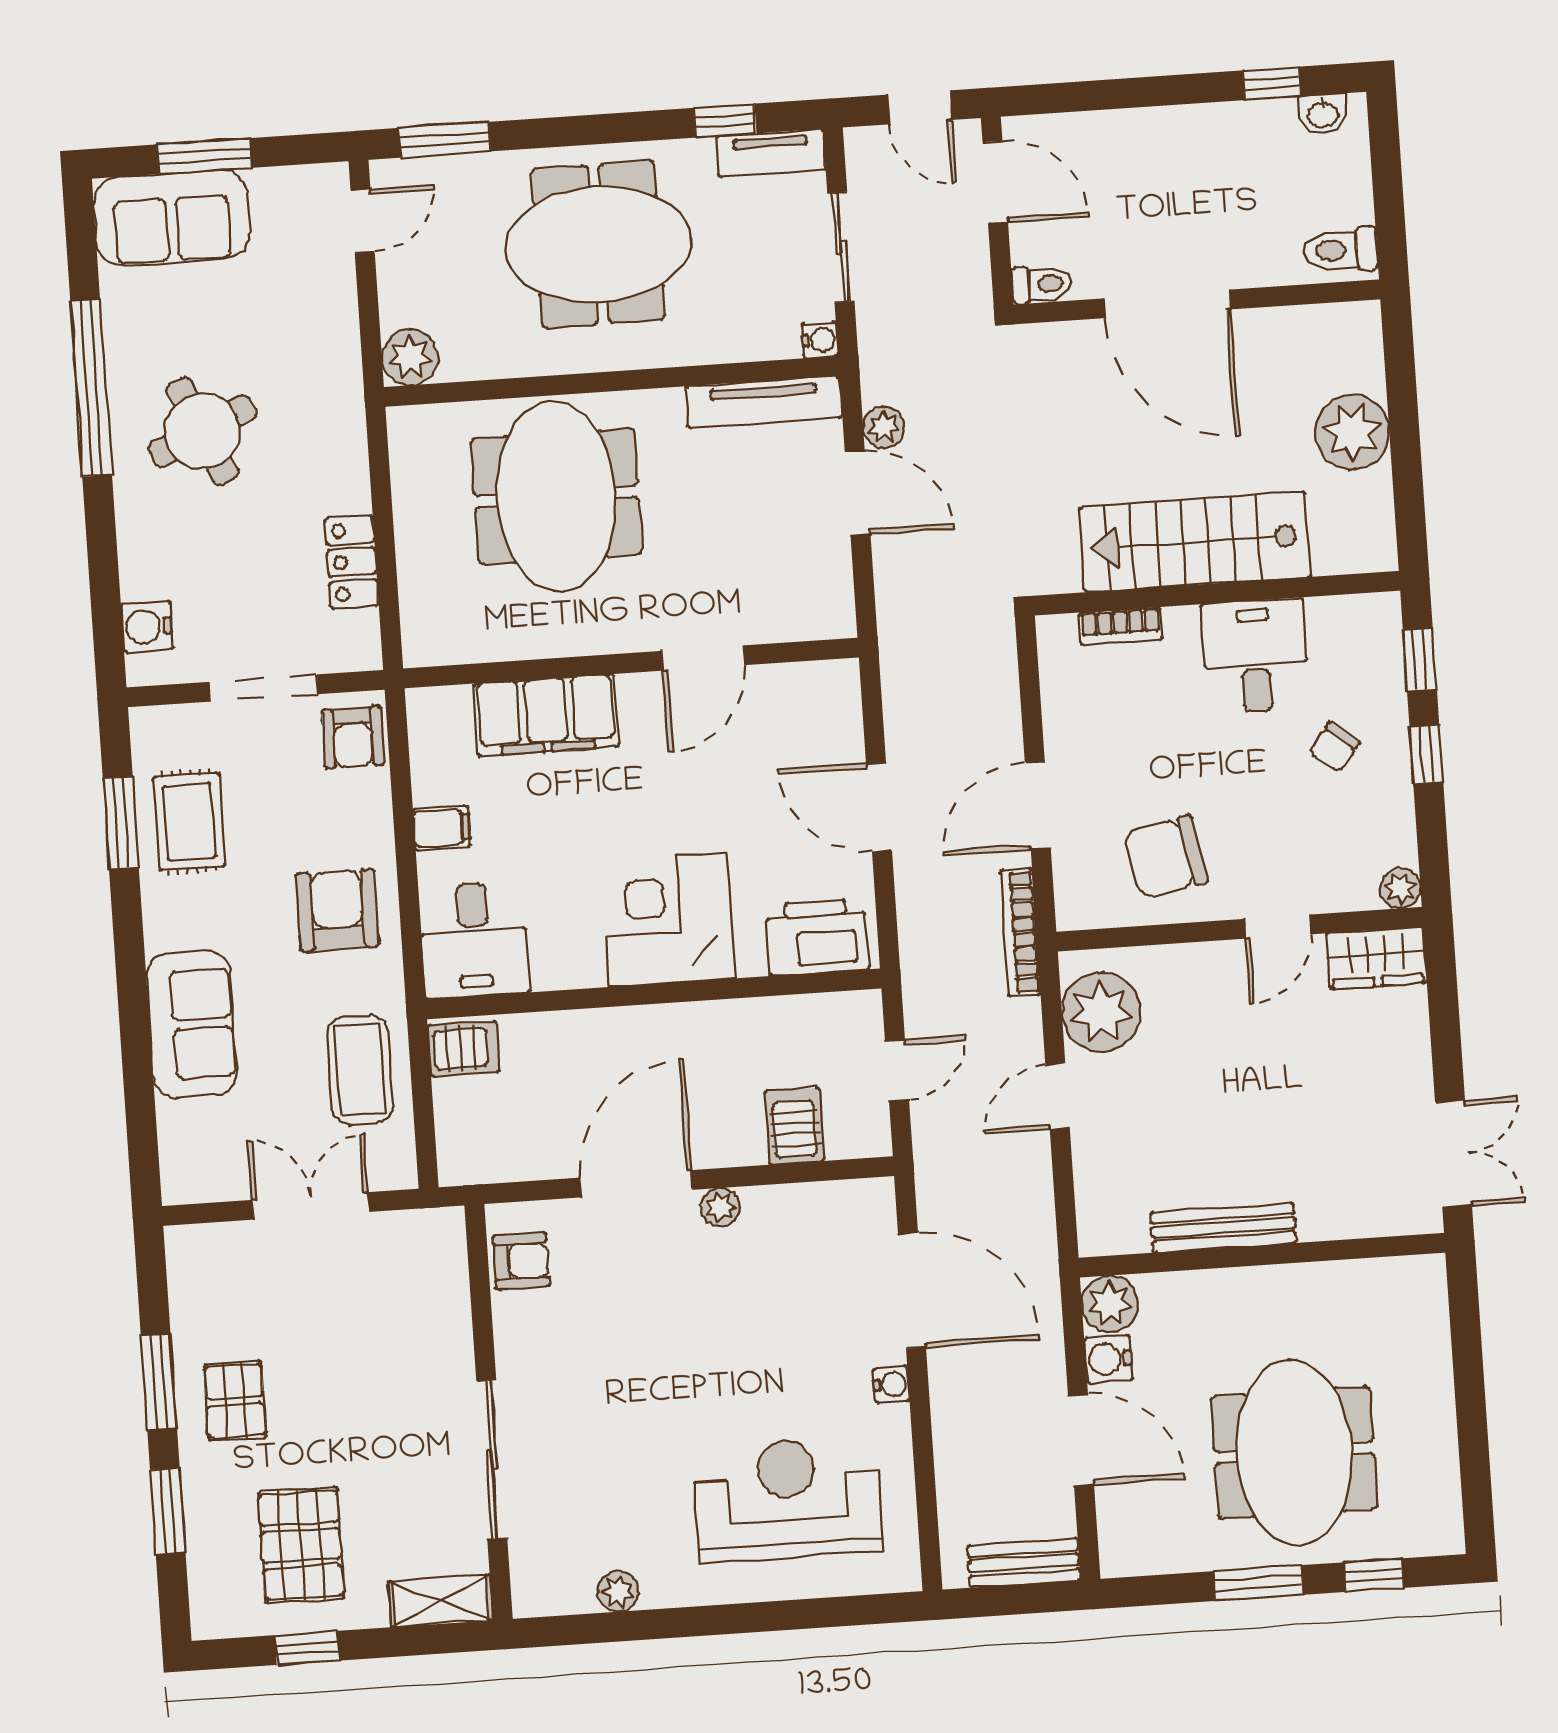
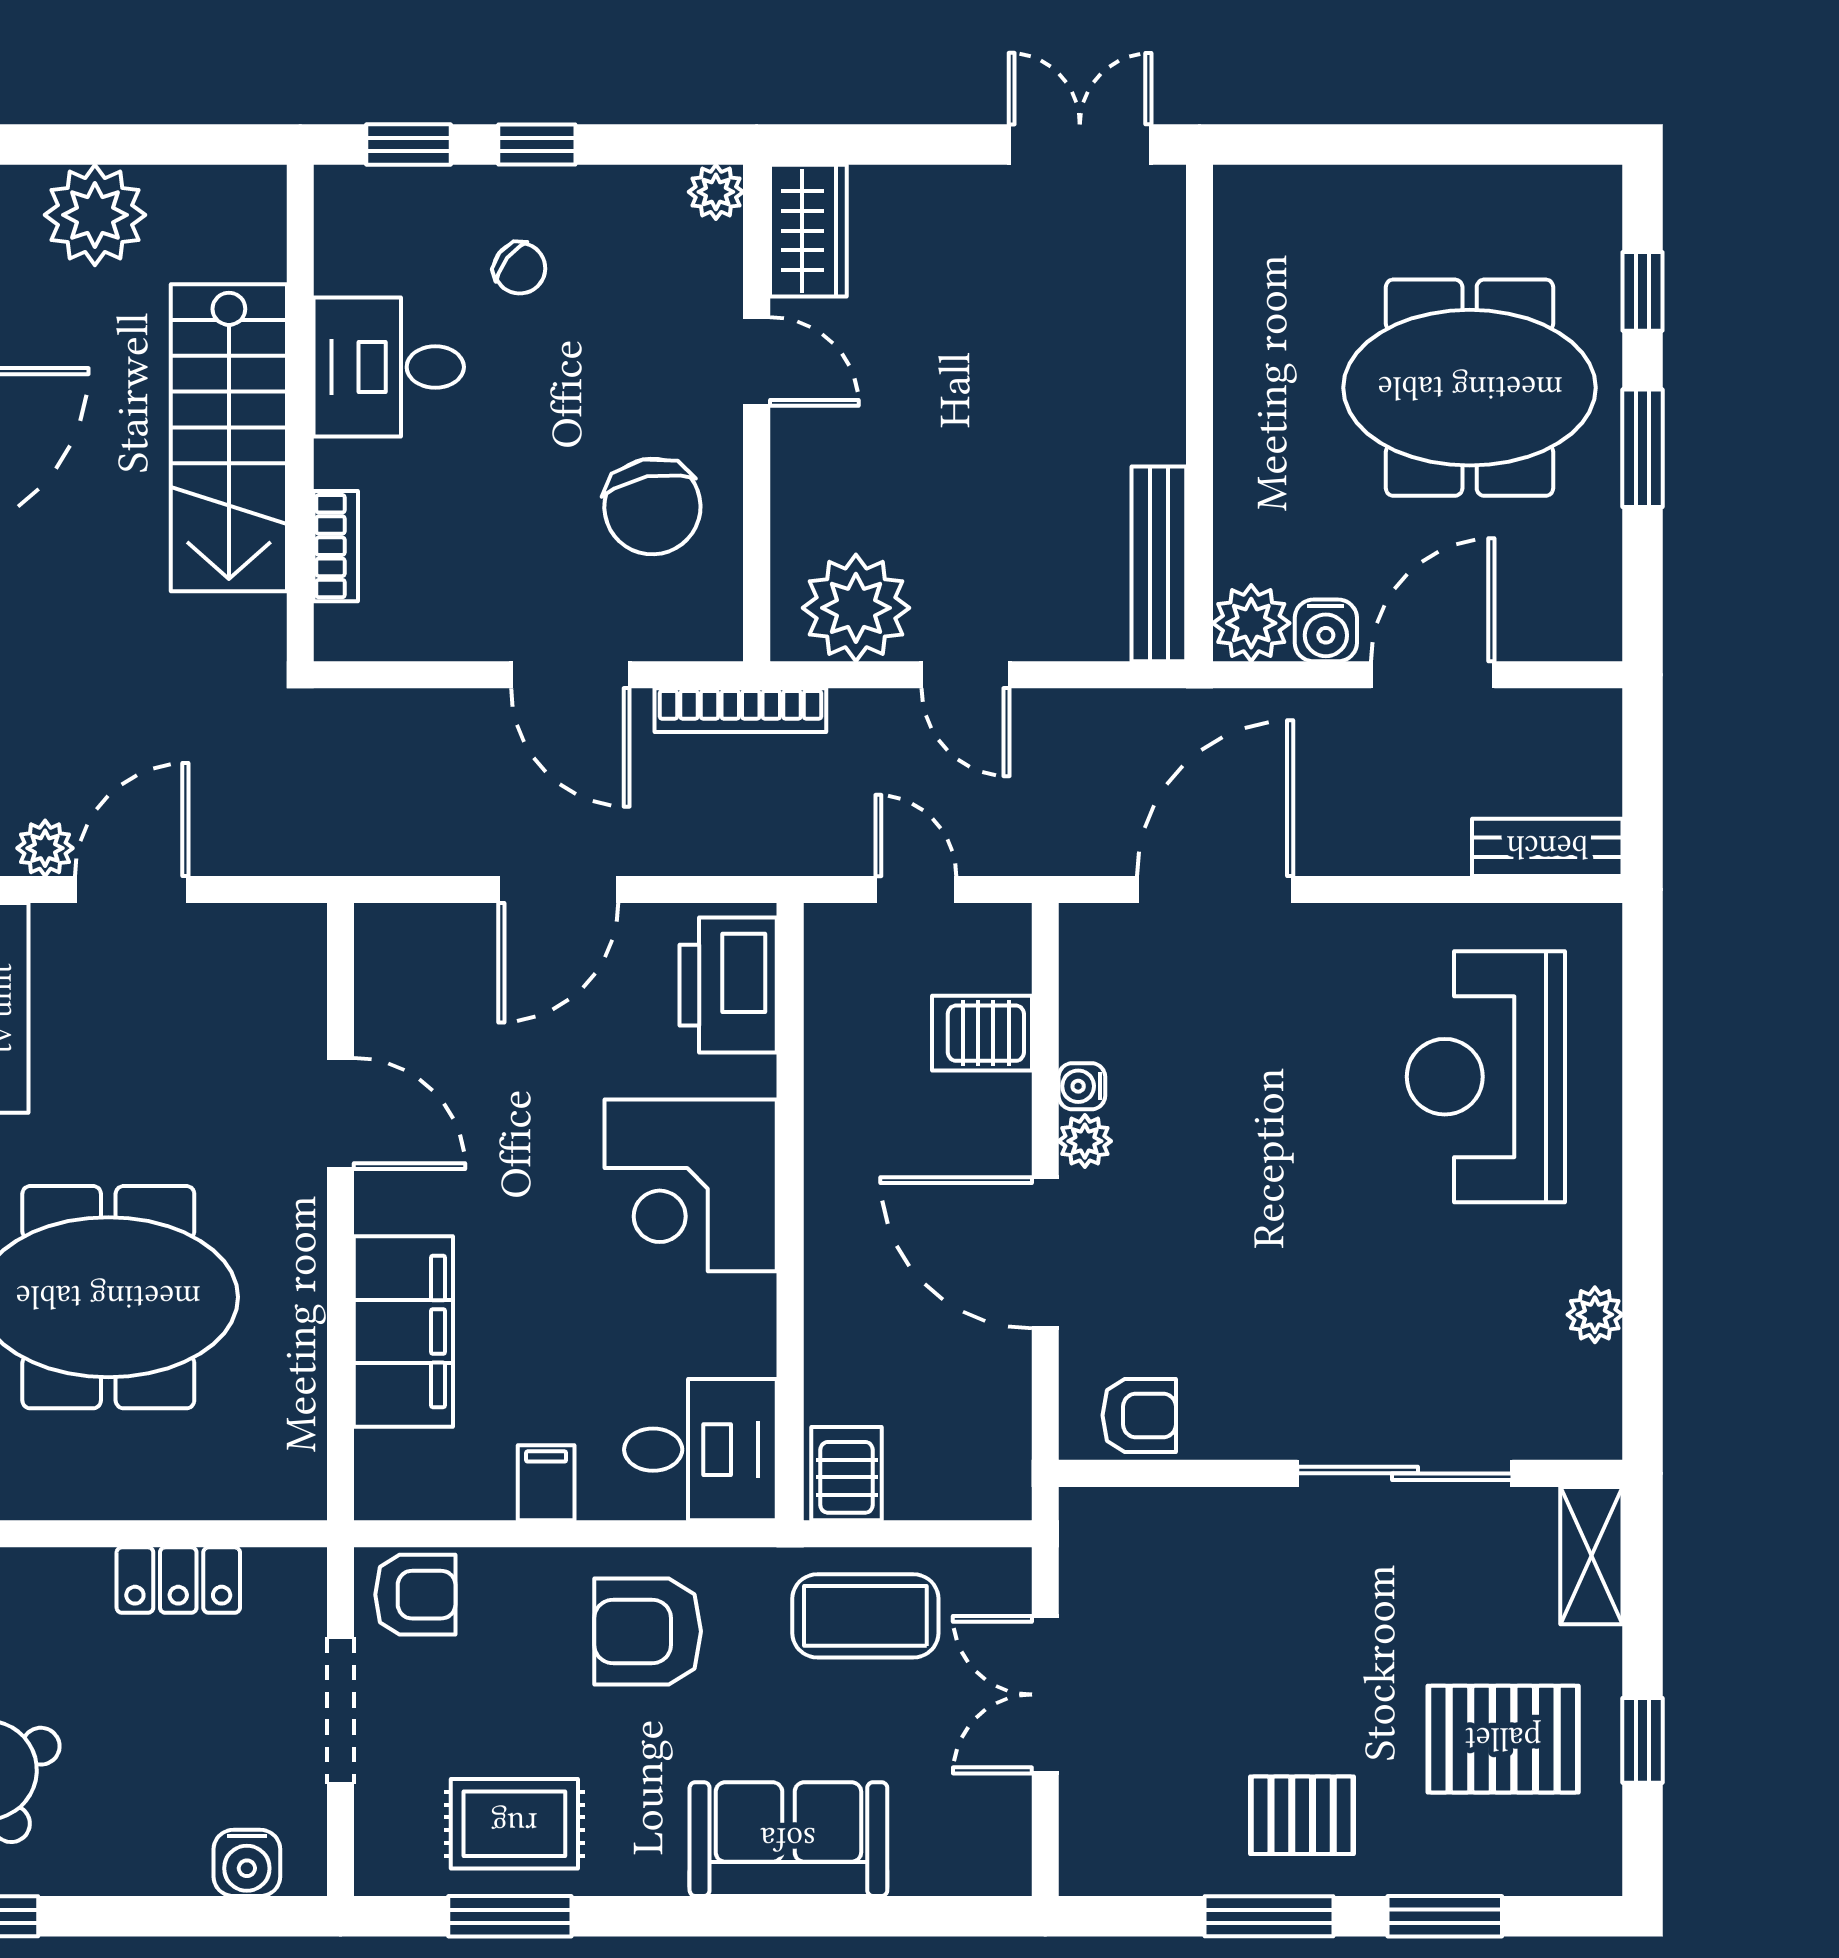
bench: (1223, 1228) -> (1159, 564), moved
armchair: (521, 1261) -> (1139, 1415), turned 90
water cooler: (891, 1385) -> (1082, 1086), moved, turned -90
bench: (1024, 1563) -> (1547, 847), moved, turned 90

